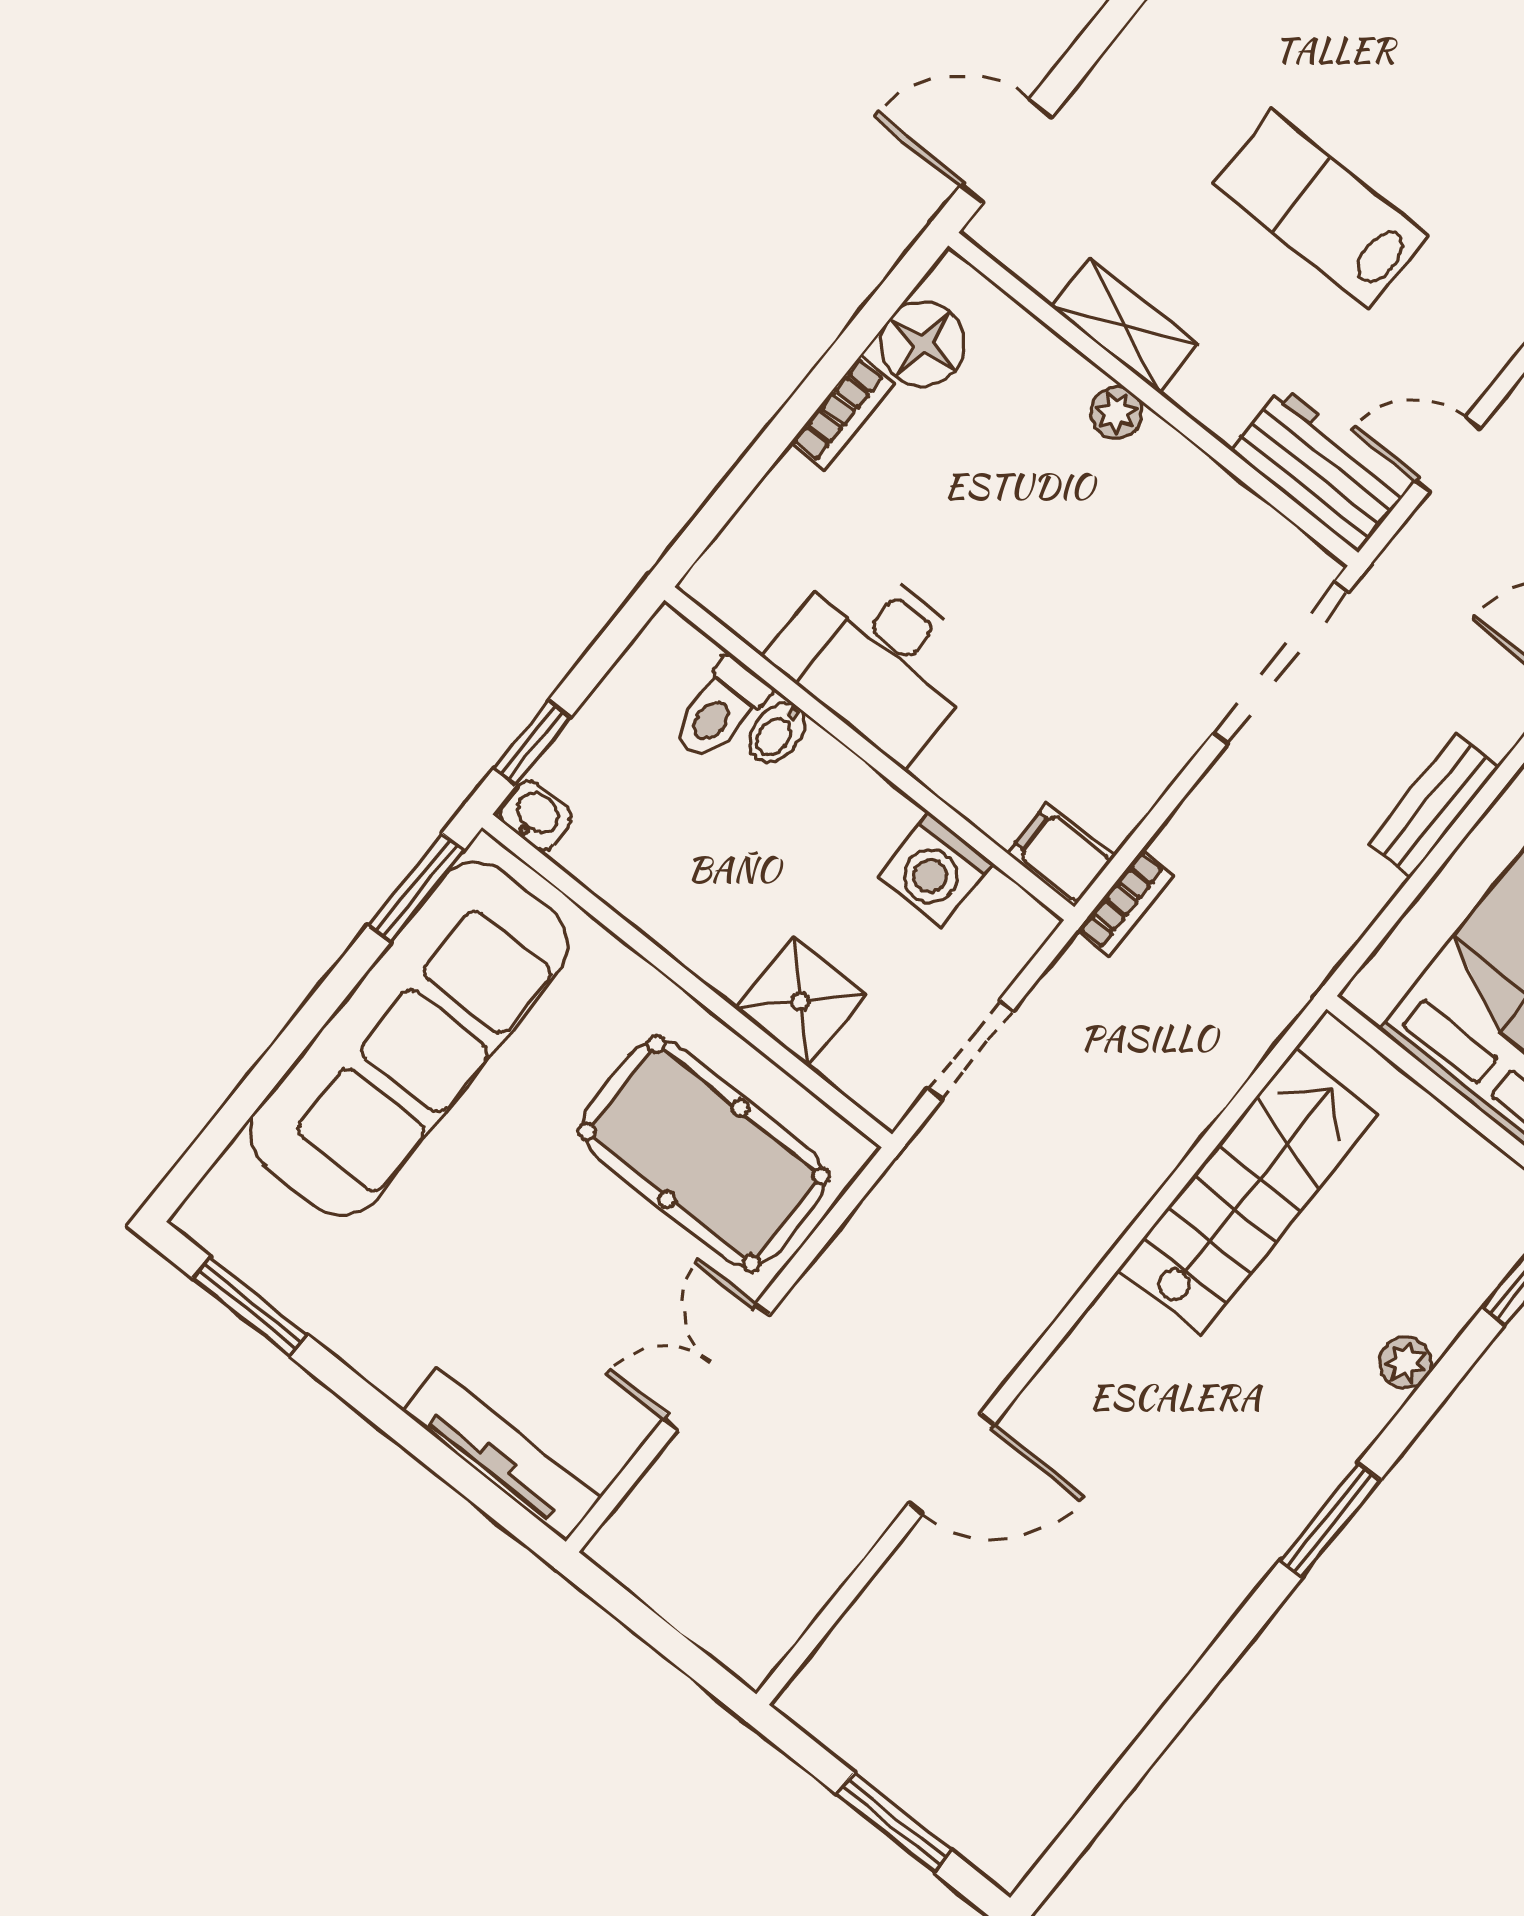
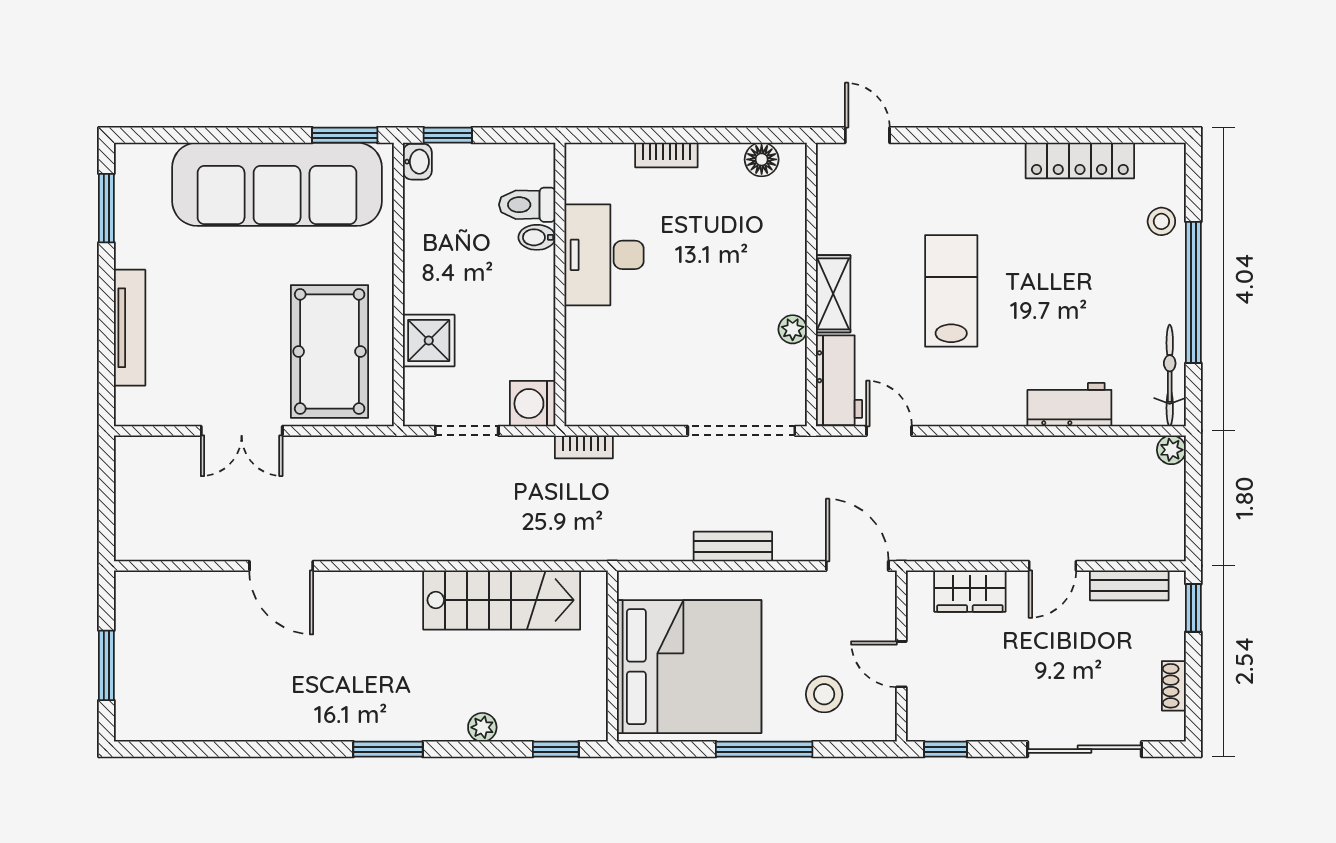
door: (1006, 151) -> (867, 135), width x0.73
shelving: (1124, 326) -> (833, 294), moved
floor lamp: (923, 344) -> (762, 159), width x0.73, depth x0.73
bookcase: (843, 413) -> (666, 155), moved
plant: (1116, 413) -> (793, 329), moved
filing cabinet: (1061, 855) -> (582, 402), removed
washing machine: (936, 870) -> (533, 404), moved
double door: (716, 1367) -> (242, 431), swing flipped
tv unit: (502, 1454) -> (130, 328), moved

